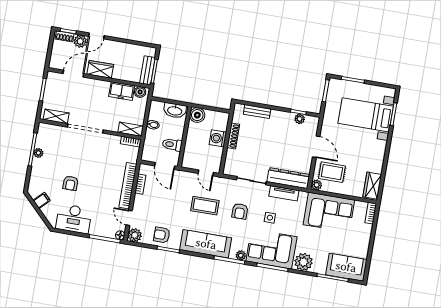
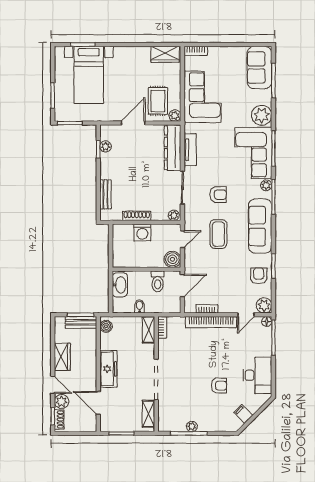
wardrobe: (100, 69) -> (62, 357), moved, turned 180
freezer: (122, 91) -> (108, 369), moved, width x1.40
boiler: (197, 115) -> (172, 259), moved
plant: (228, 169) -> (174, 215), added
side table: (270, 218) -> (219, 161), removed
armchair: (162, 235) -> (259, 276), turned 180

